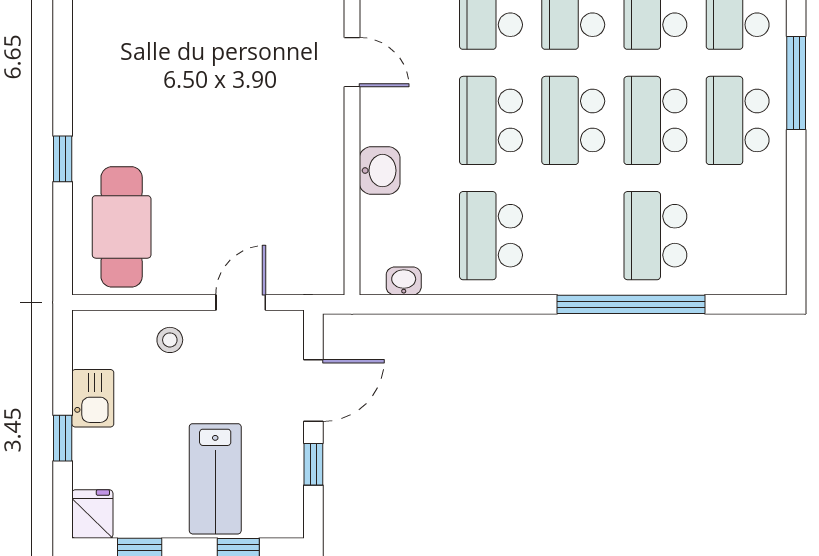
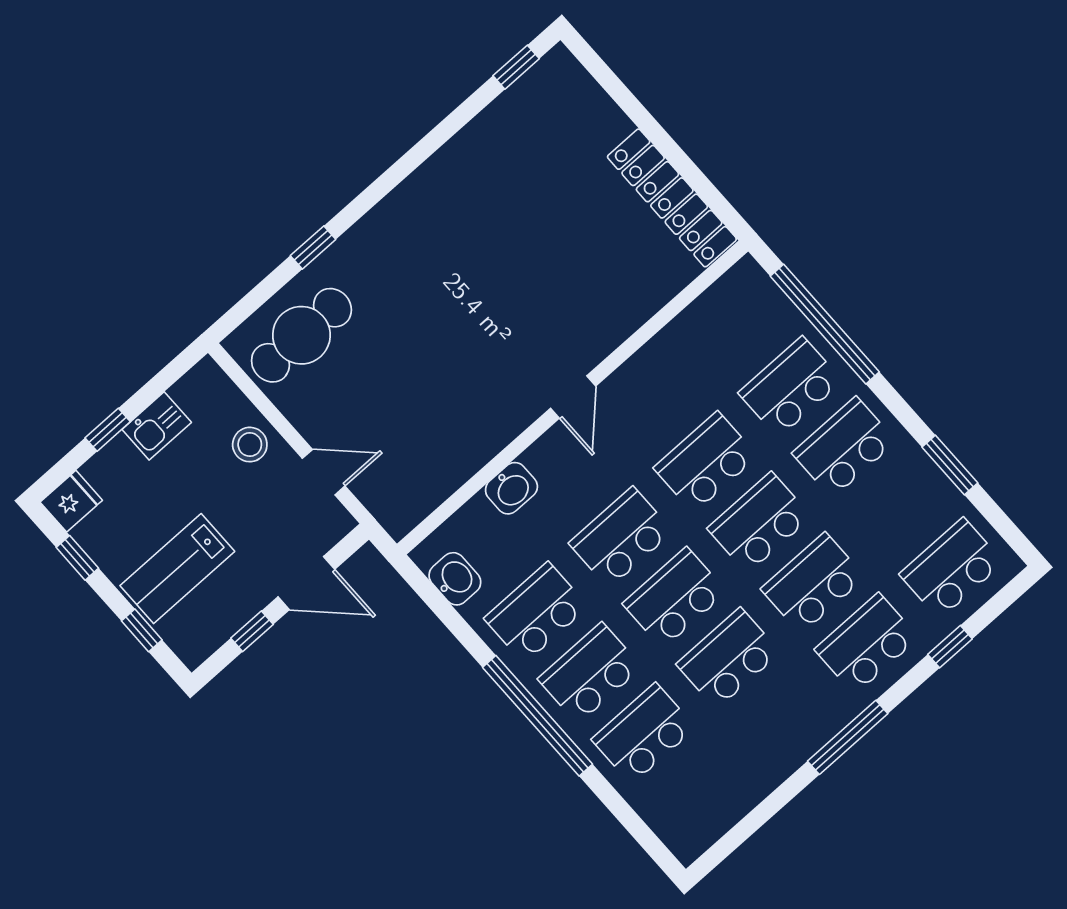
school desk: (738, 120) -> (590, 673), moved
washbasin: (404, 281) -> (455, 579), width x1.38, depth x1.45
window: (631, 304) -> (537, 716), moved
stool: (170, 340) -> (250, 445), width x1.37, depth x1.37

